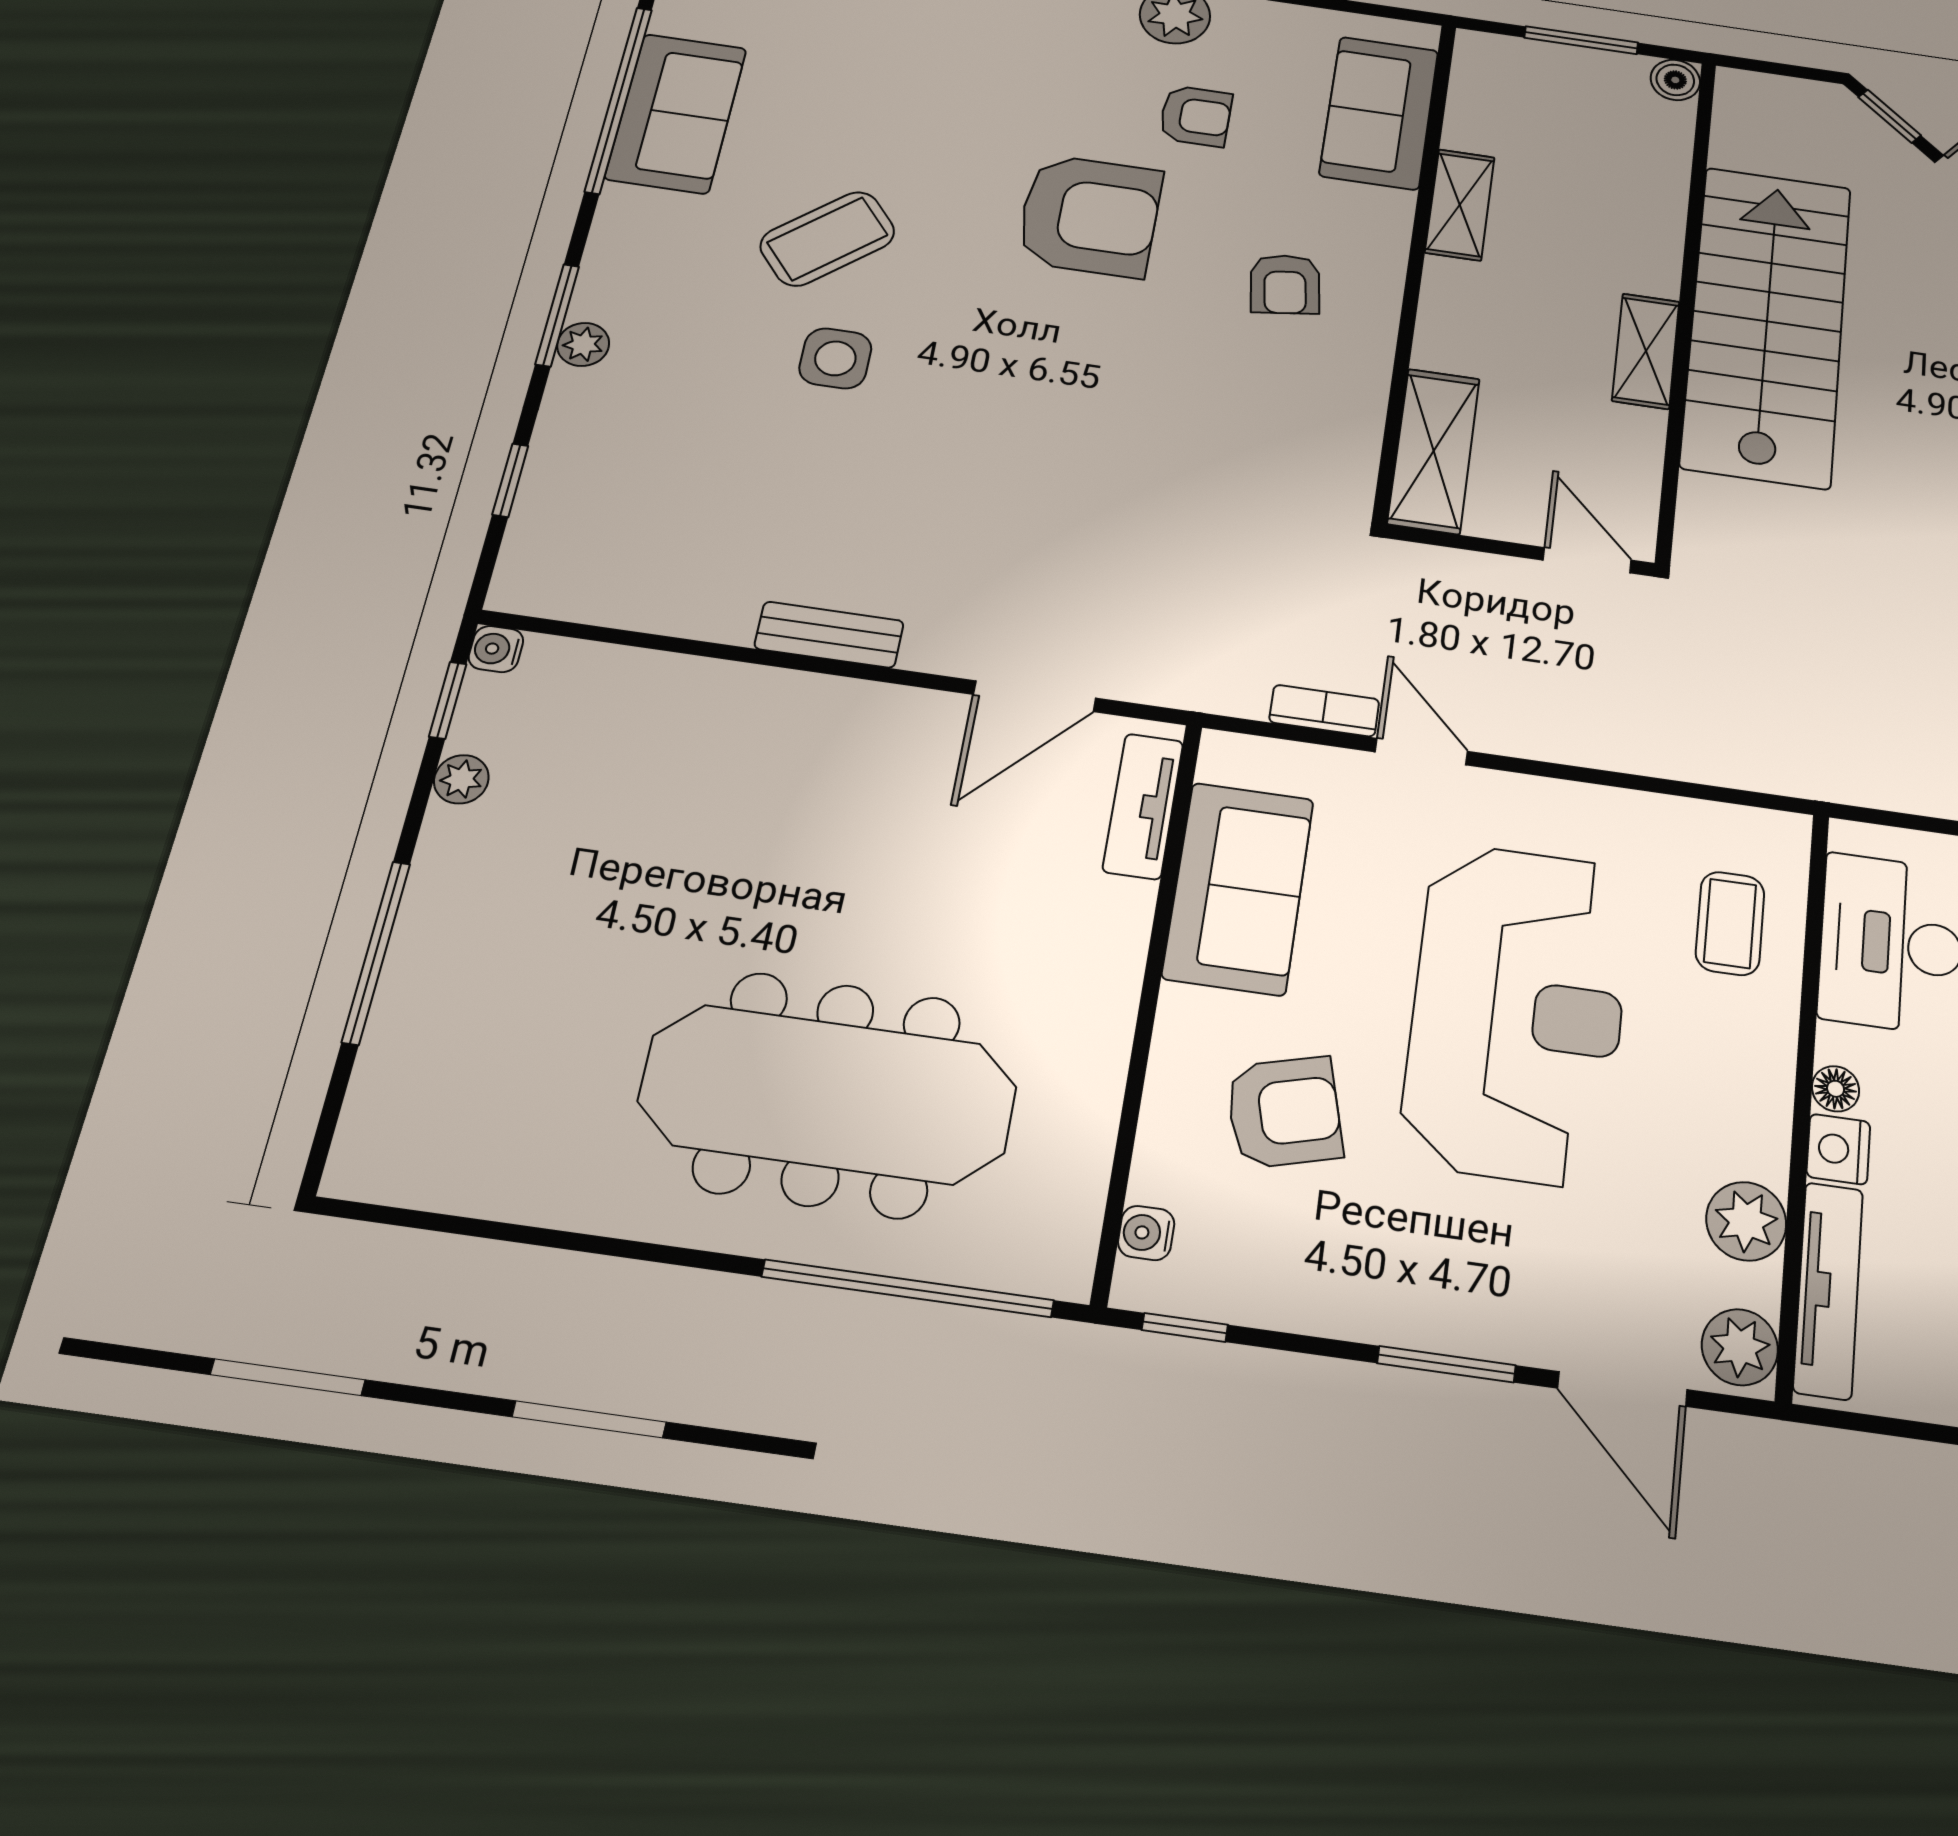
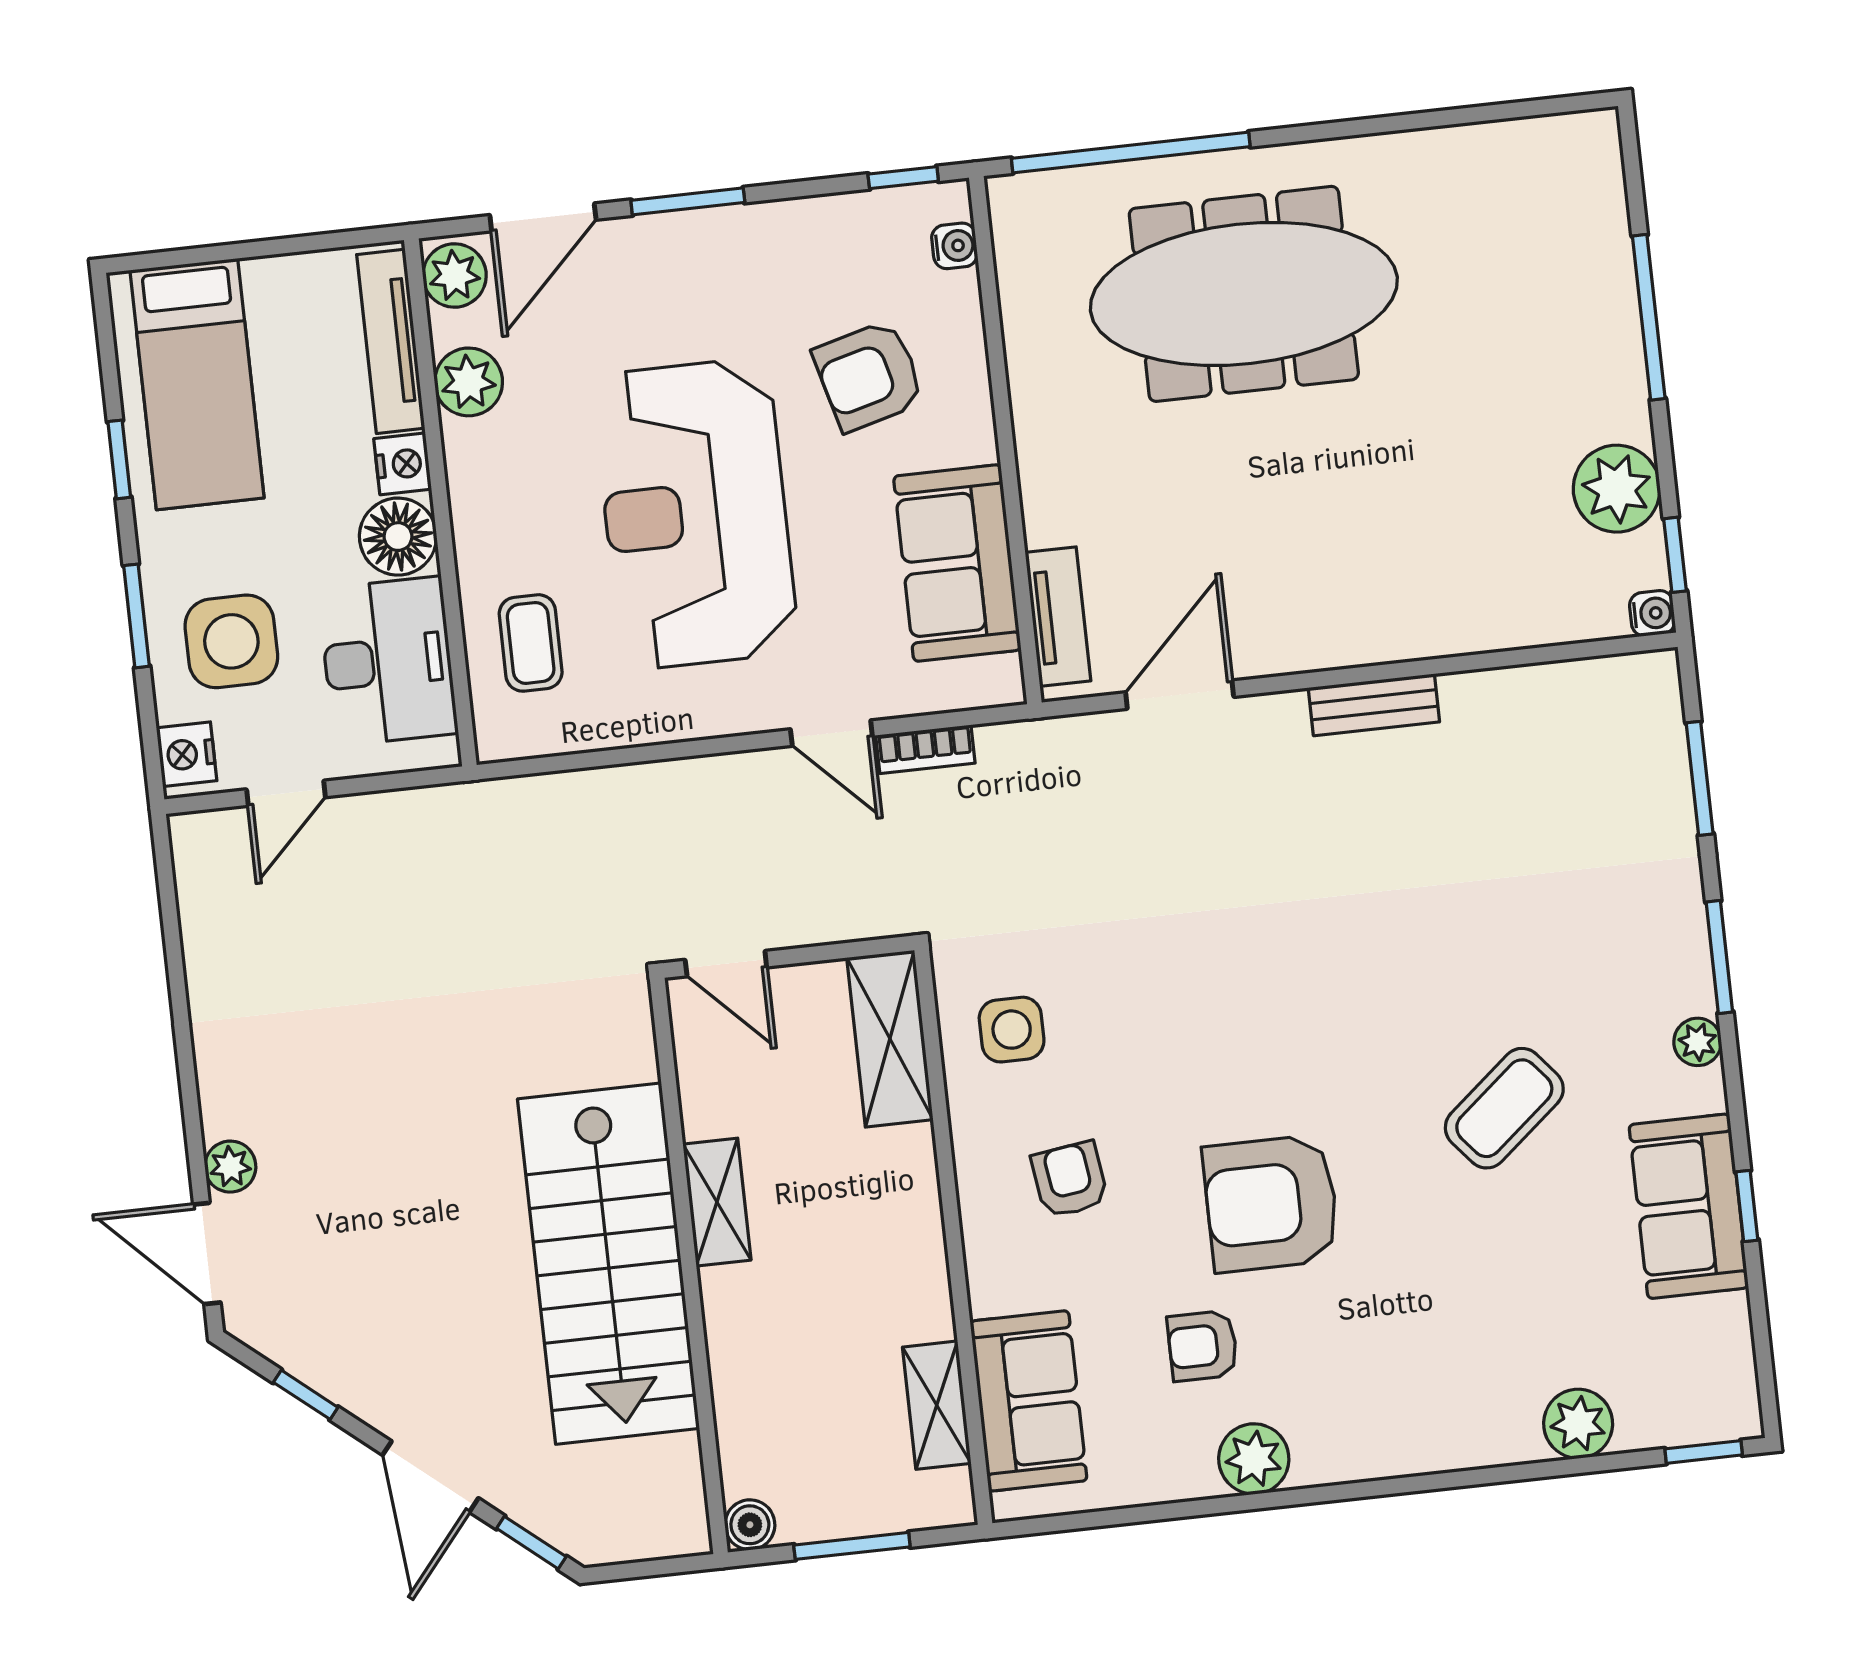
window: (619, 100) -> (1747, 1206), width x0.32
shelving: (1460, 205) -> (937, 1405), moved
plant: (583, 344) -> (1698, 1042), moved
side table: (835, 358) -> (1012, 1030), moved
window: (510, 480) -> (1700, 778), width x1.50
plant: (461, 779) -> (1617, 489), width x1.88, depth x1.88
floor lamp: (1836, 1089) -> (398, 537), width x1.89, depth x1.89
door: (1622, 1389) -> (543, 217), swing flipped

